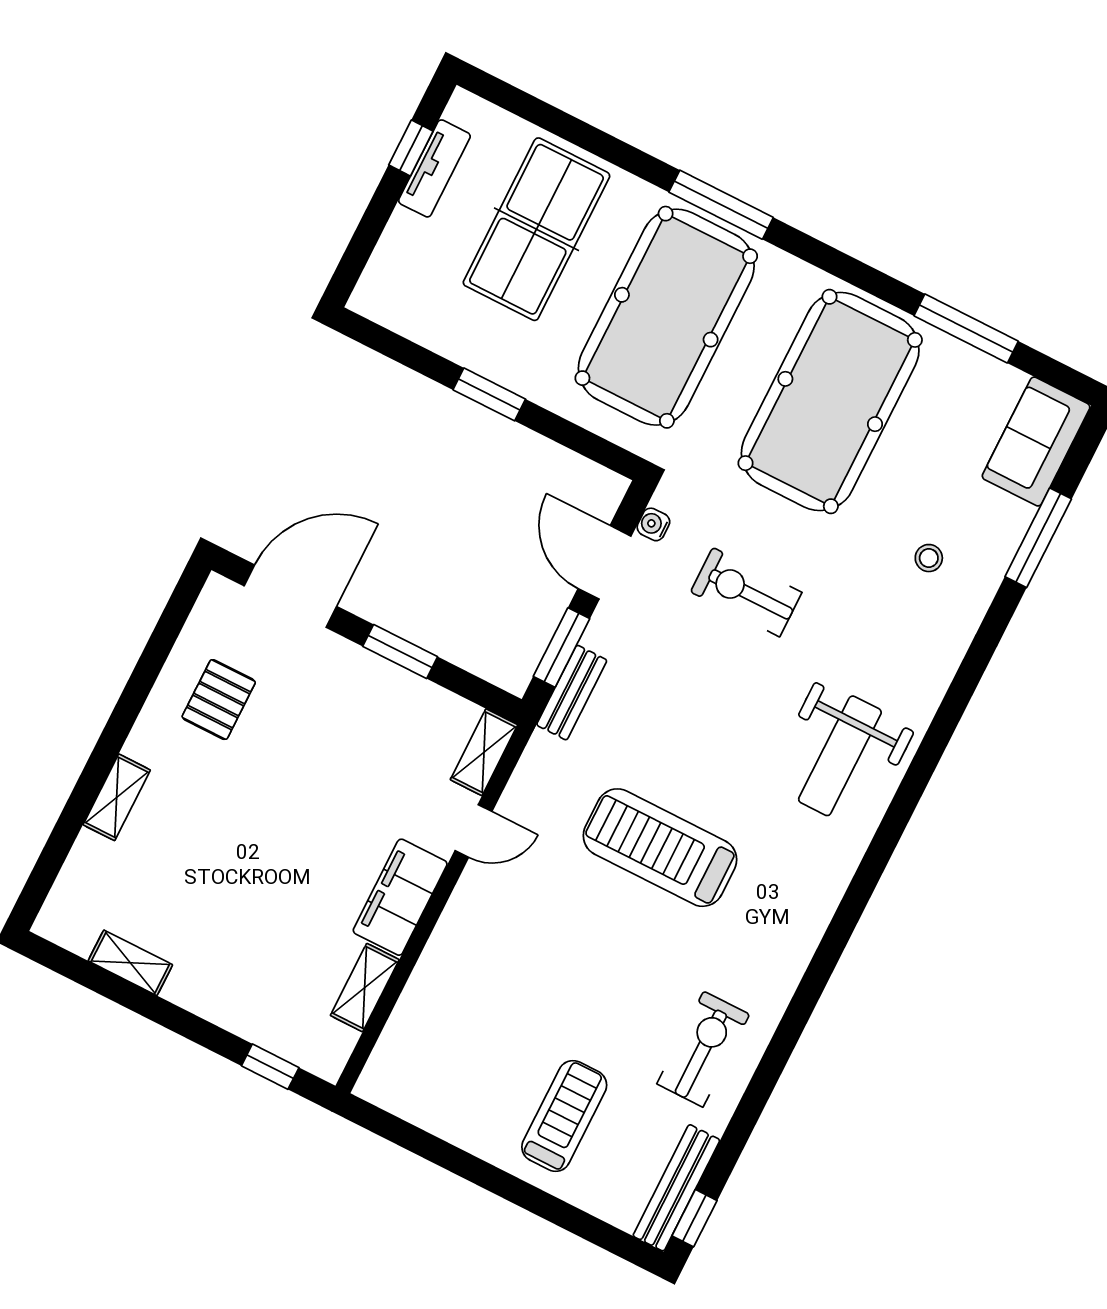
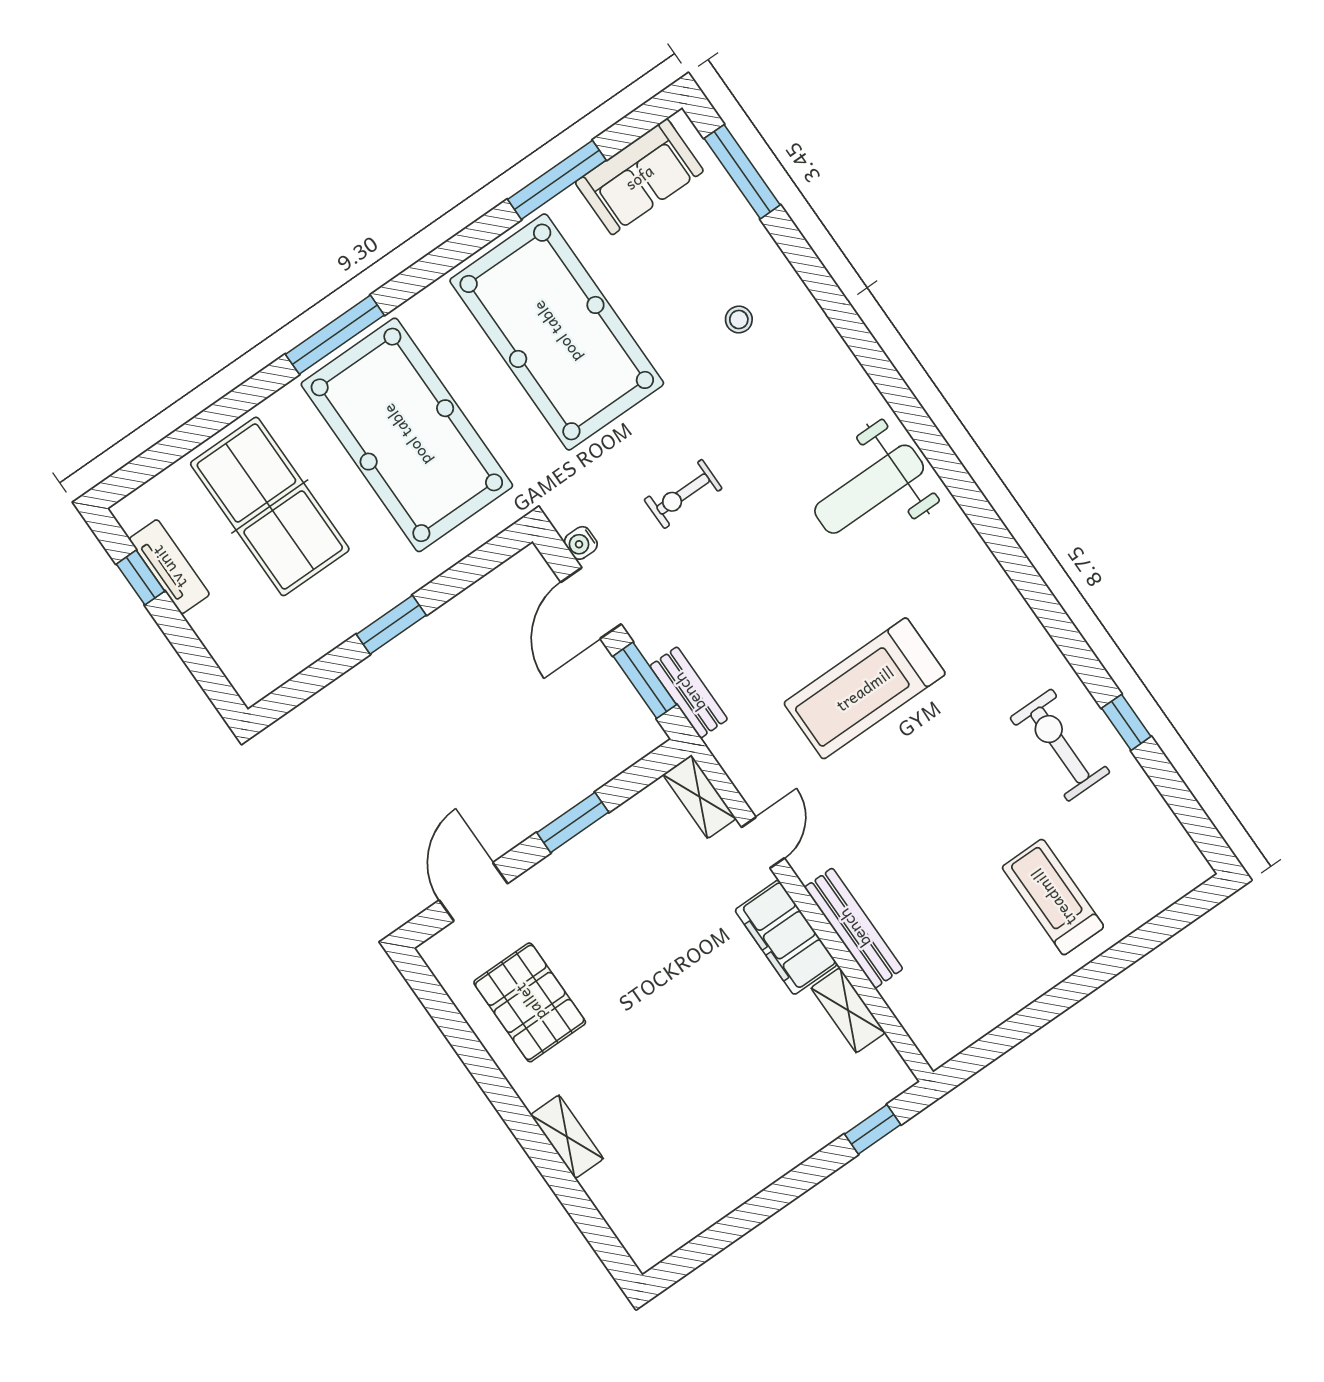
sofa: (1036, 442) -> (639, 177), moved, turned -90
window: (1038, 538) -> (742, 172), moved
door: (605, 562) -> (591, 603), hinge flipped
exercise bike: (746, 592) -> (683, 494), width x0.73, depth x0.72
door: (290, 596) -> (473, 892), width x0.73
pallet: (219, 700) -> (530, 1002), width x1.50, depth x1.42
weight bench: (840, 756) -> (869, 489), turned 90
shelving: (130, 963) -> (717, 1202), removed
bench: (676, 1188) -> (854, 928), moved
window: (694, 1218) -> (1126, 722), moved

